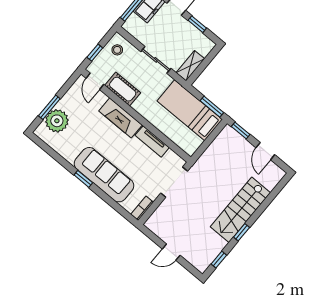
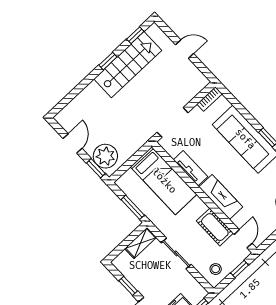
window: (212, 107) -> (133, 207), moved
bed: (190, 110) -> (164, 181), moved
plant: (233, 143) -> (105, 156), added
stairs: (240, 210) -> (128, 65), moved

